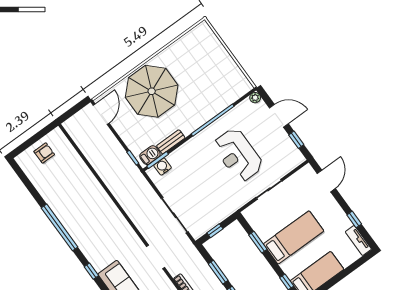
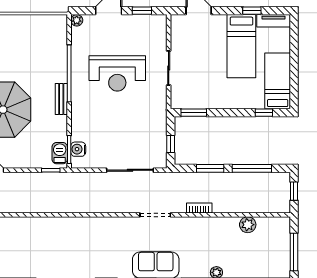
bench: (171, 142) -> (61, 99), moved
bed: (294, 237) -> (241, 46), moved, turned 180
window: (258, 242) -> (194, 113), moved

